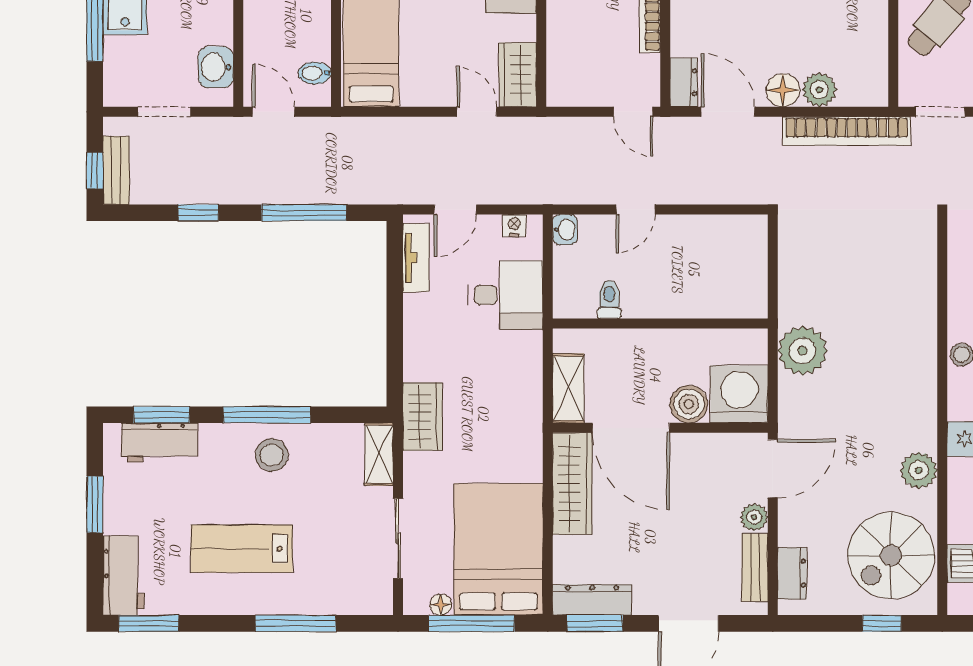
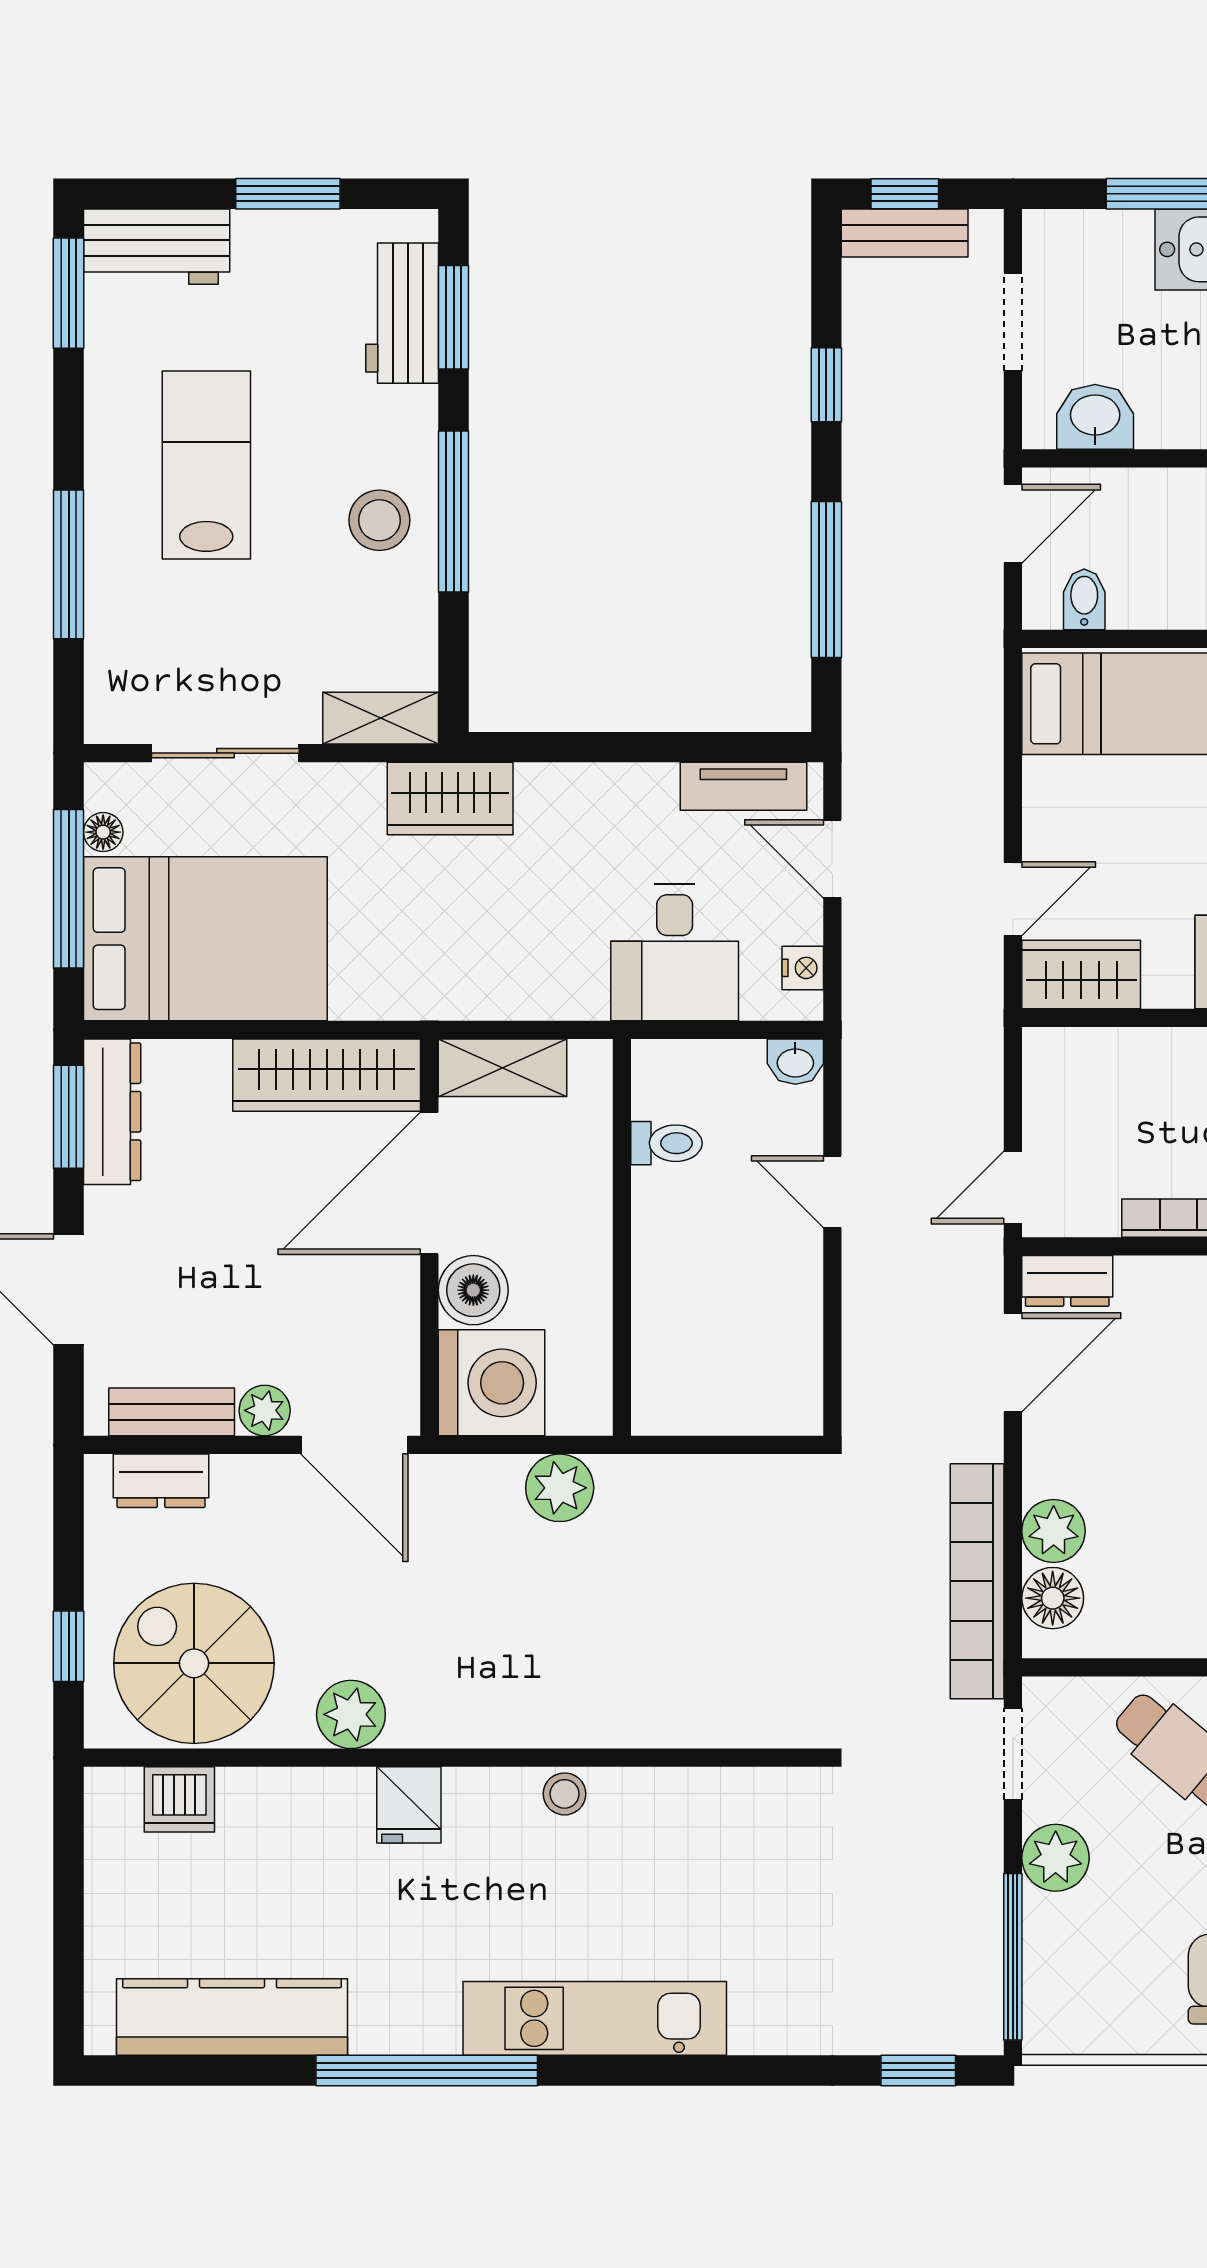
floor lamp: (783, 90) -> (1053, 1598), moved
plant: (803, 351) -> (560, 1488), width x0.73, depth x0.73

